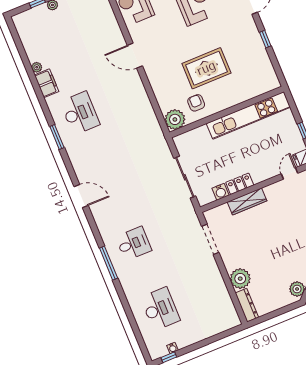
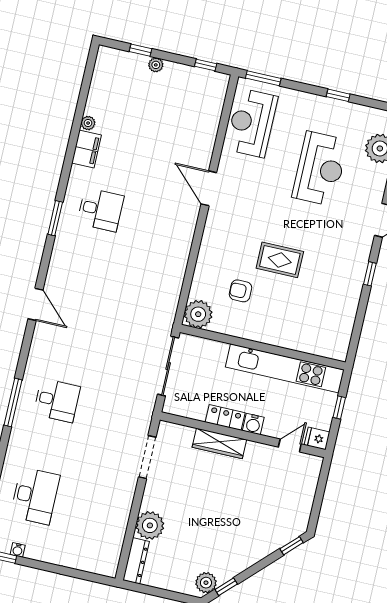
rug: (206, 68) -> (280, 260), width x0.73, depth x0.70
armchair: (196, 103) -> (240, 291), turned -90
wall: (227, 112) -> (263, 347), moved
desk: (80, 113) -> (100, 210), width x0.73
kitchen unit: (248, 115) -> (285, 368), moved
plant: (175, 119) -> (198, 314), moved
water cooler: (220, 192) -> (253, 424), moved

